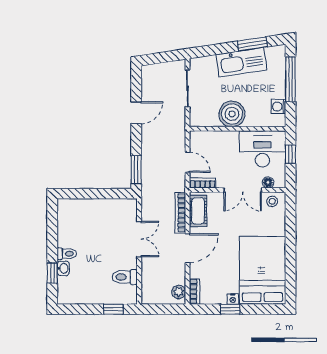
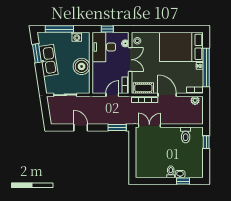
double door: (139, 239) -> (149, 126), moved
window: (230, 309) -> (206, 68), width x3.17

